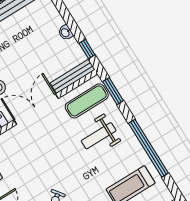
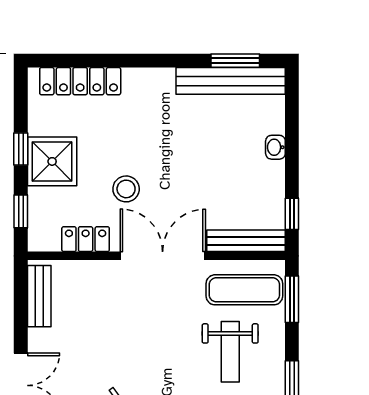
washbasin: (65, 33) -> (275, 147), moved
weight bench: (99, 136) -> (230, 352), turned -90

